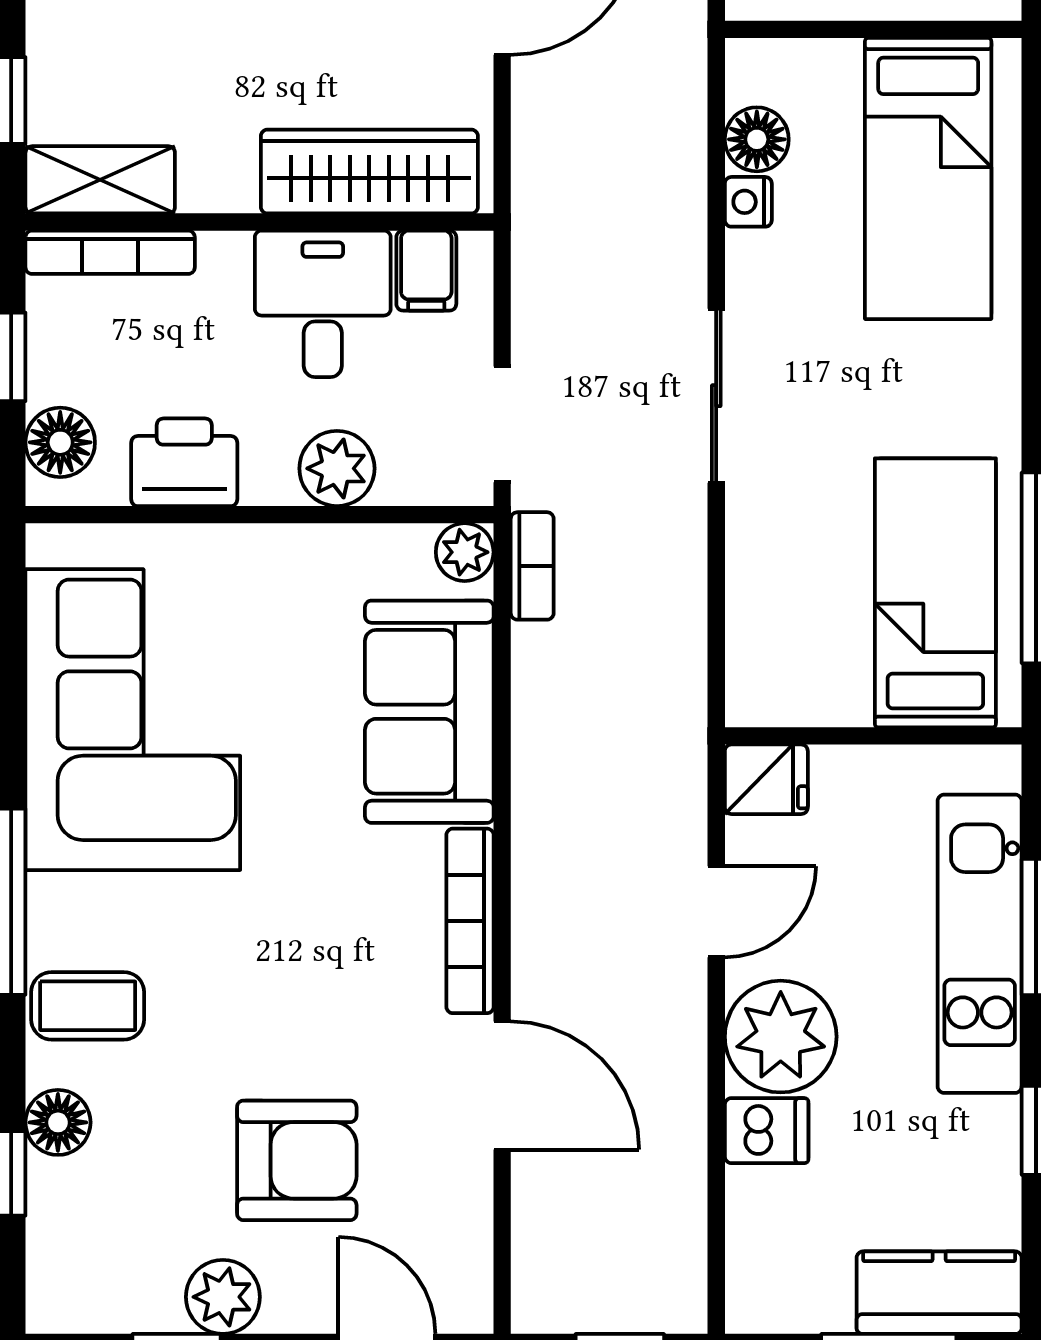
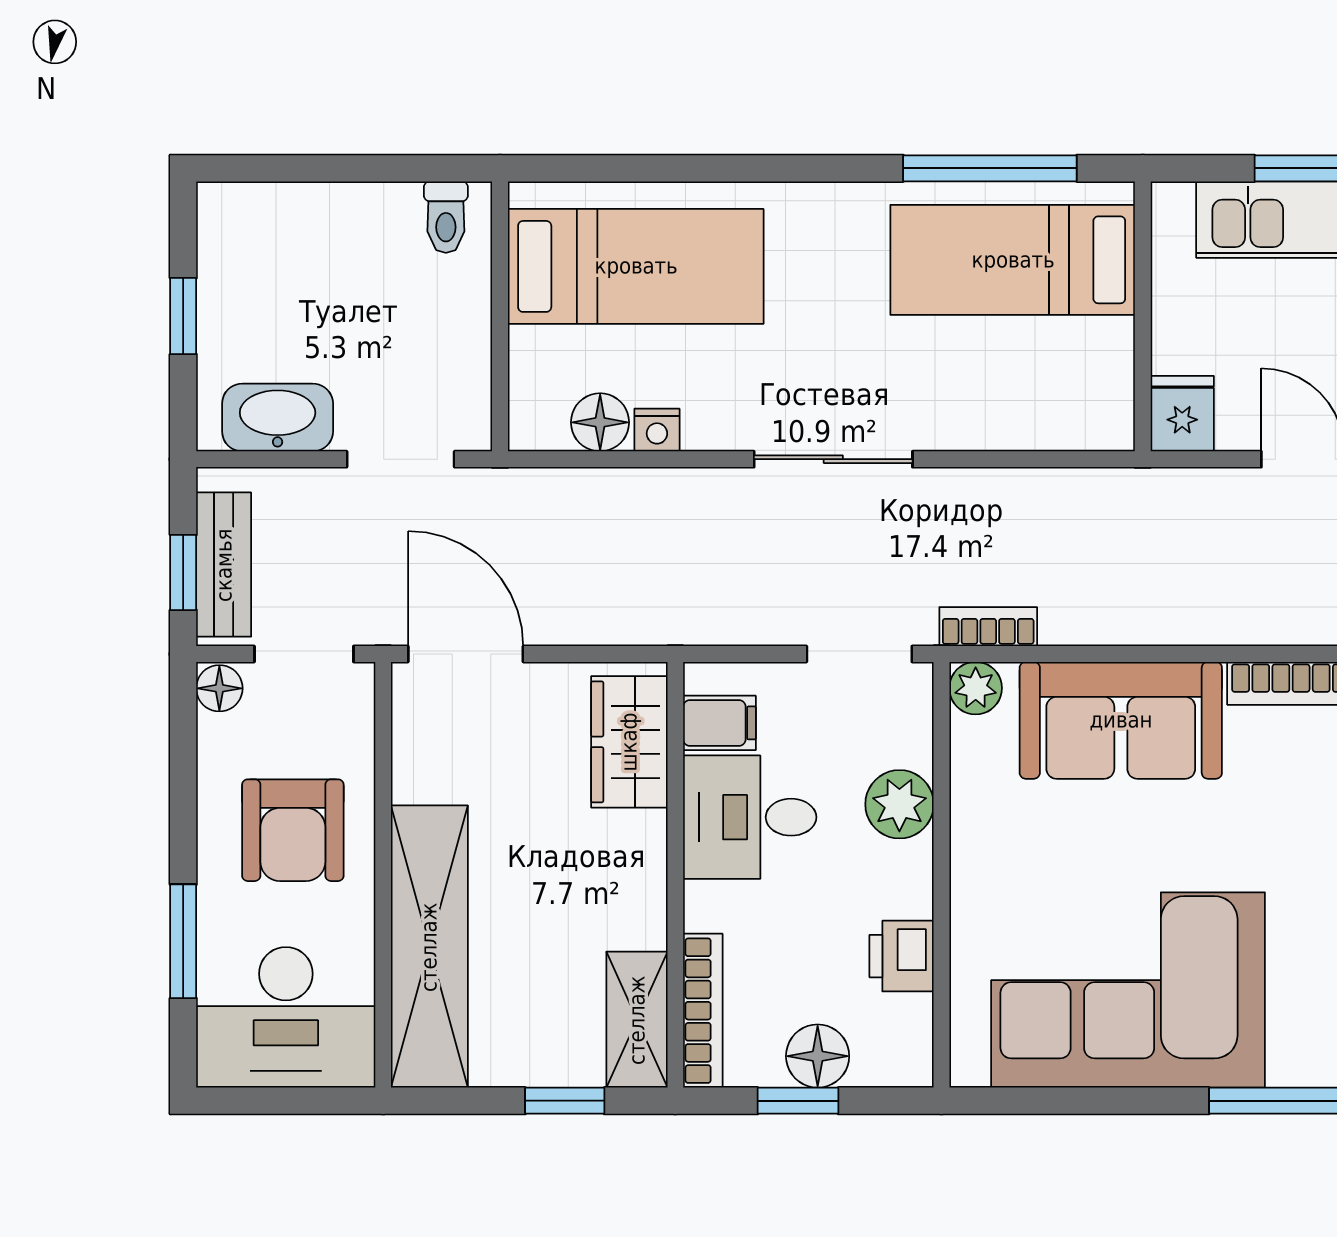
wardrobe: (369, 172) -> (629, 742), width x0.67
floor lamp: (60, 442) -> (818, 1056), moved
printer: (184, 462) -> (902, 956), width x0.73, depth x0.81

